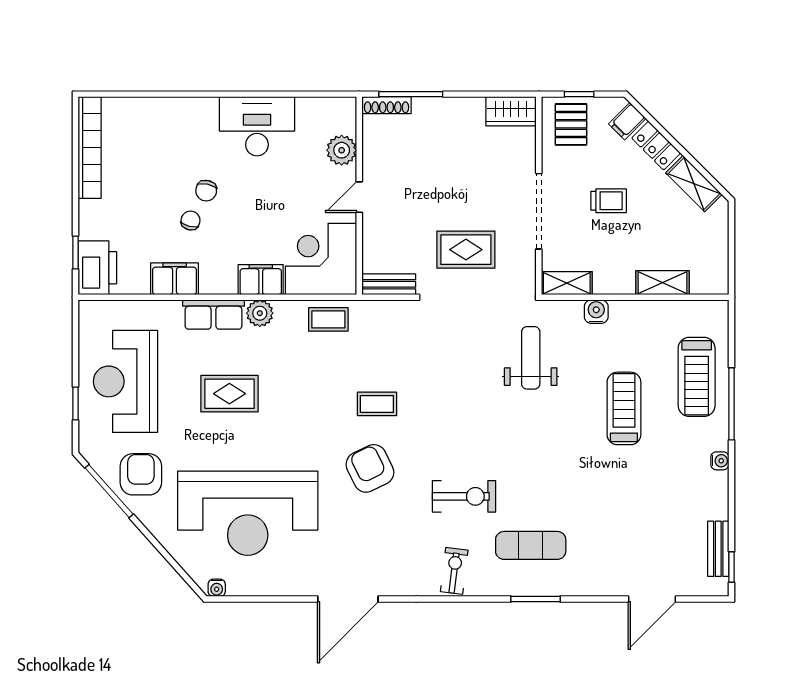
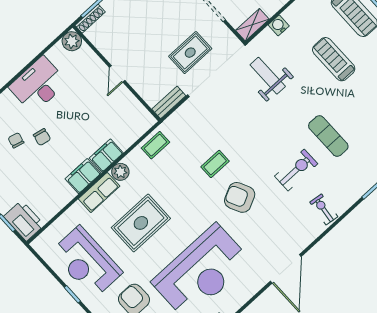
plant: (342, 150) -> (72, 41), moved
chair: (191, 220) -> (16, 140), moved
corner desk: (321, 259) -> (126, 120), removed
filing cabinet: (175, 279) -> (83, 176), moved
rug: (229, 394) -> (141, 223), width x1.36, depth x1.43
exercise mat: (531, 545) -> (328, 136), moved, turned 90

